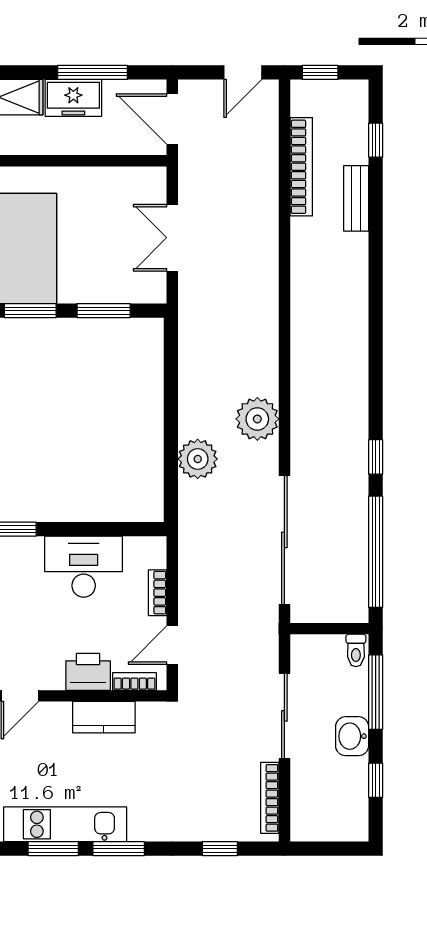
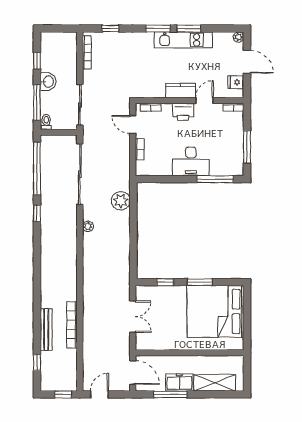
bookcase: (301, 167) -> (72, 325), moved
bench: (356, 198) -> (46, 329), width x1.36
window: (104, 311) -> (165, 282), width x0.67
plant: (257, 419) -> (88, 226), width x0.53, depth x0.53
plant: (198, 459) -> (121, 201), moved
desk: (84, 567) -> (191, 161), moved
door: (172, 645) -> (133, 124), swing flipped
printer: (88, 672) -> (183, 112), moved
sliding door: (284, 716) -> (80, 105), moved
kitchen counter: (104, 717) -> (181, 91), moved

